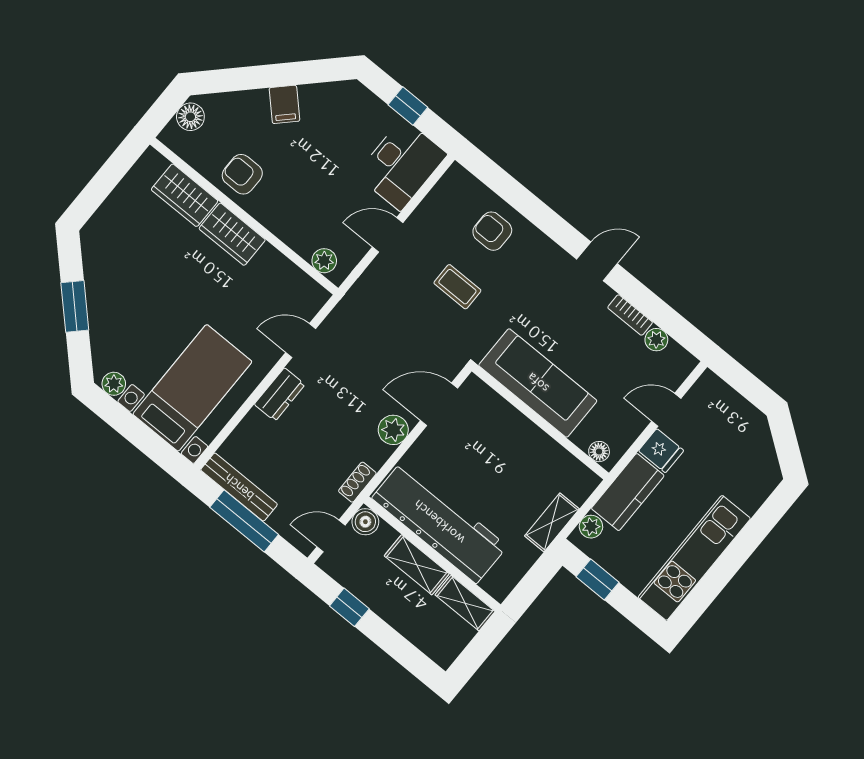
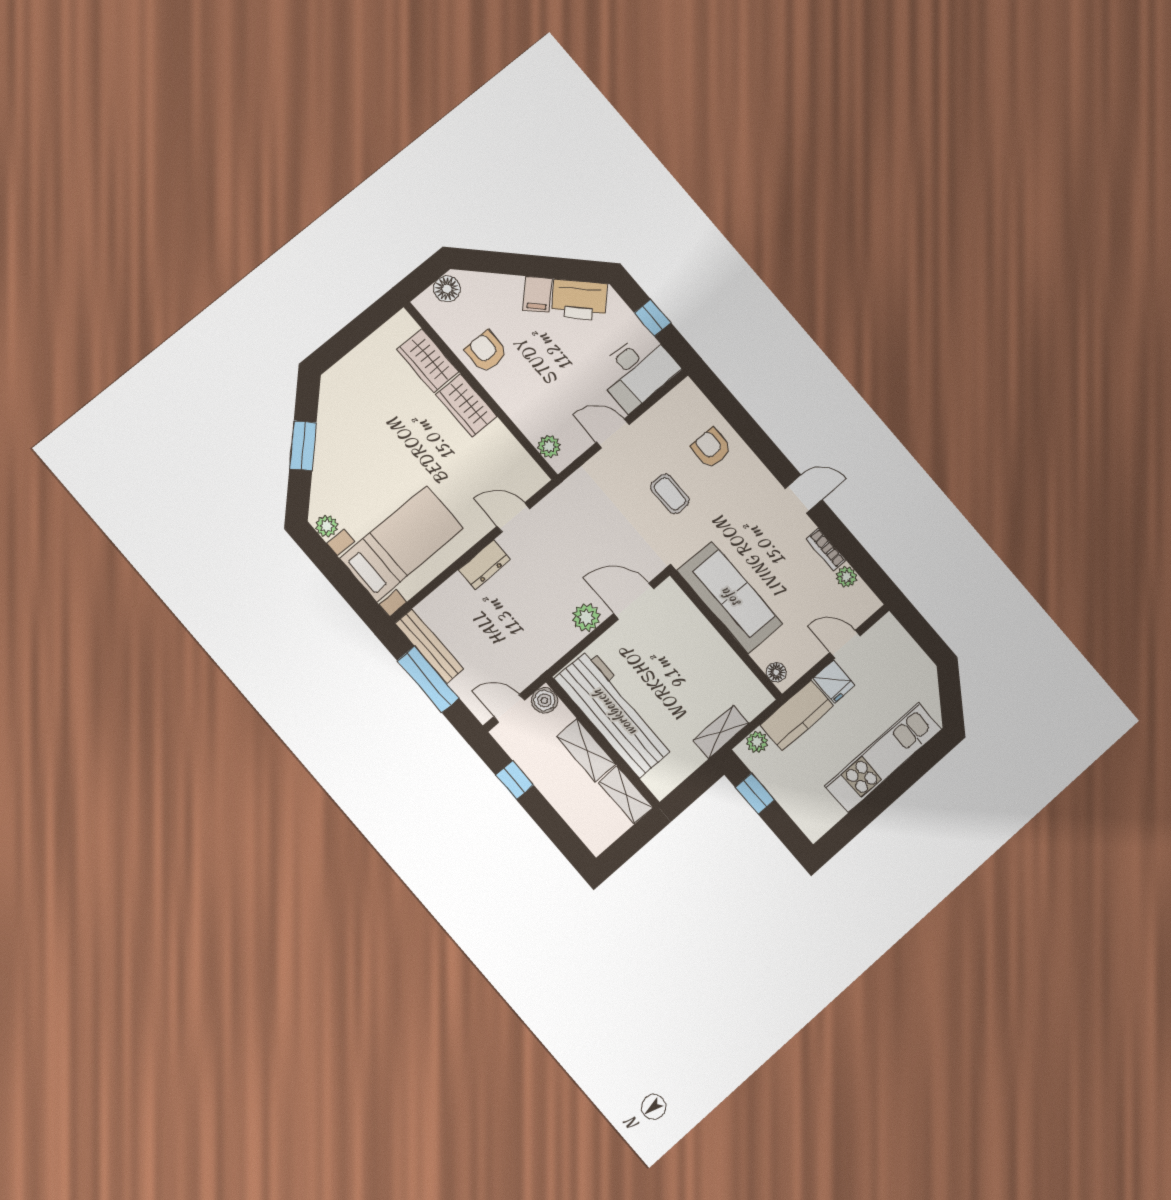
printer: (328, 102) -> (579, 300), added
shoe rack: (357, 482) -> (543, 661), removed
kitchen unit: (694, 558) -> (883, 758), moved

